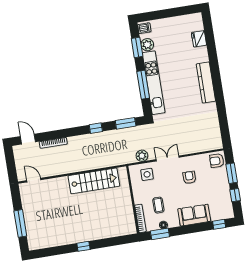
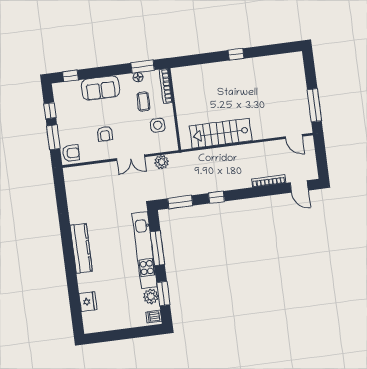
side table: (147, 174) -> (158, 125), moved
window: (20, 223) -> (314, 105), moved

